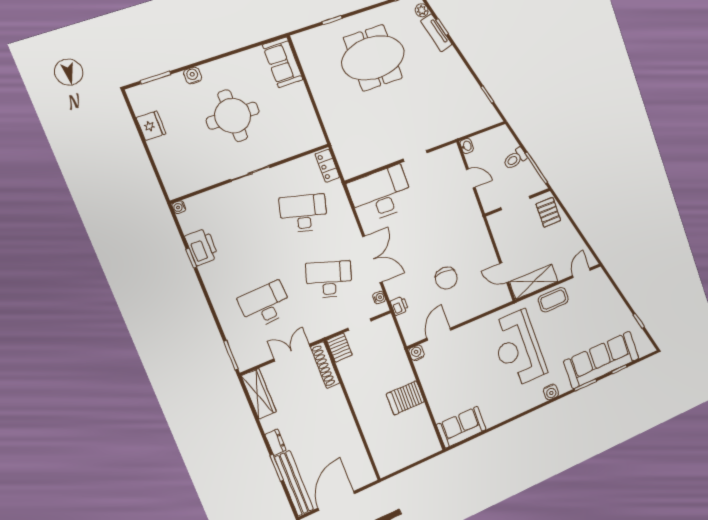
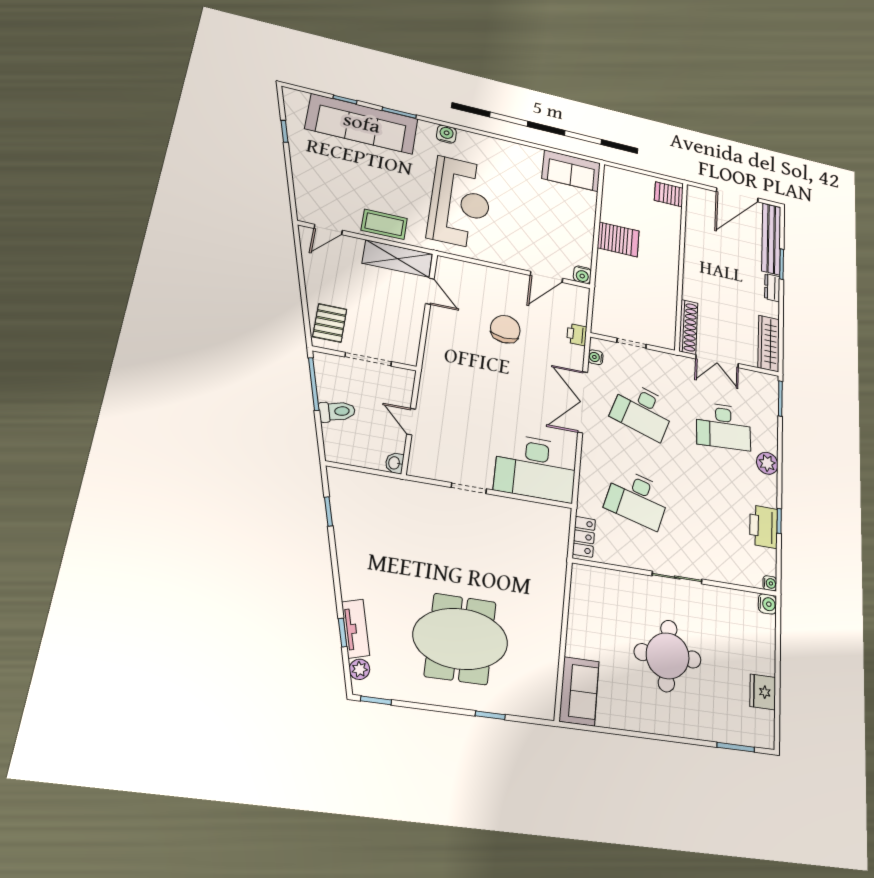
water cooler: (193, 75) -> (767, 604), moved, turned -90
plant: (219, 297) -> (767, 463), added
server rack: (339, 348) -> (669, 194), moved, turned -90

